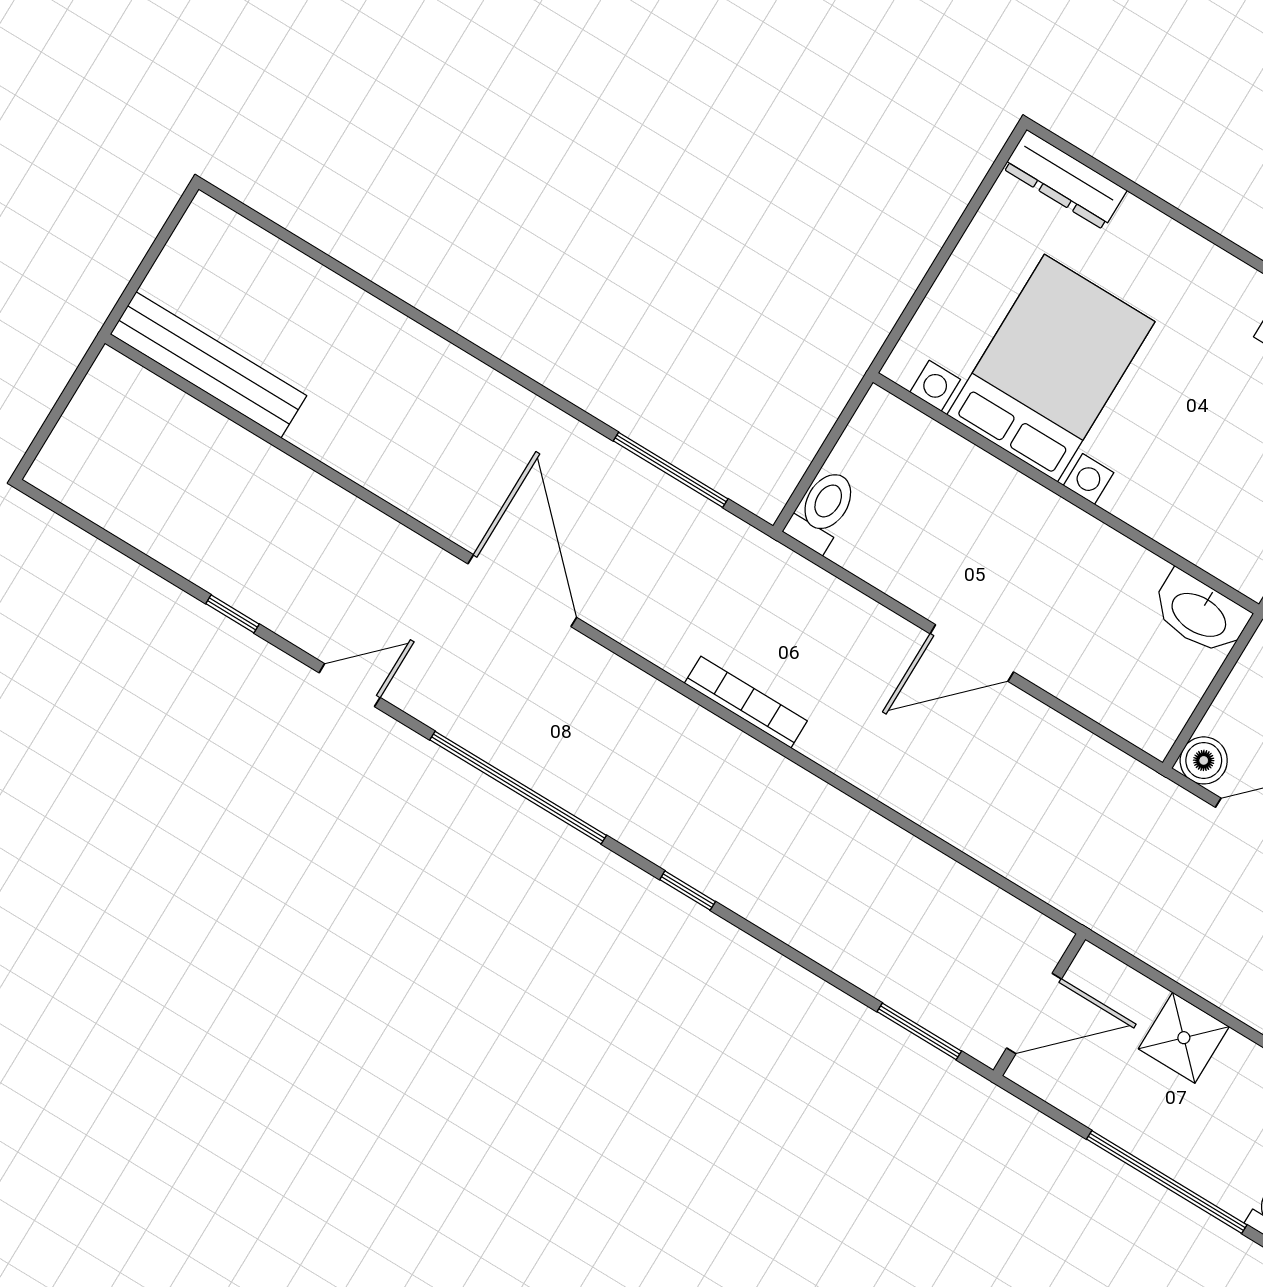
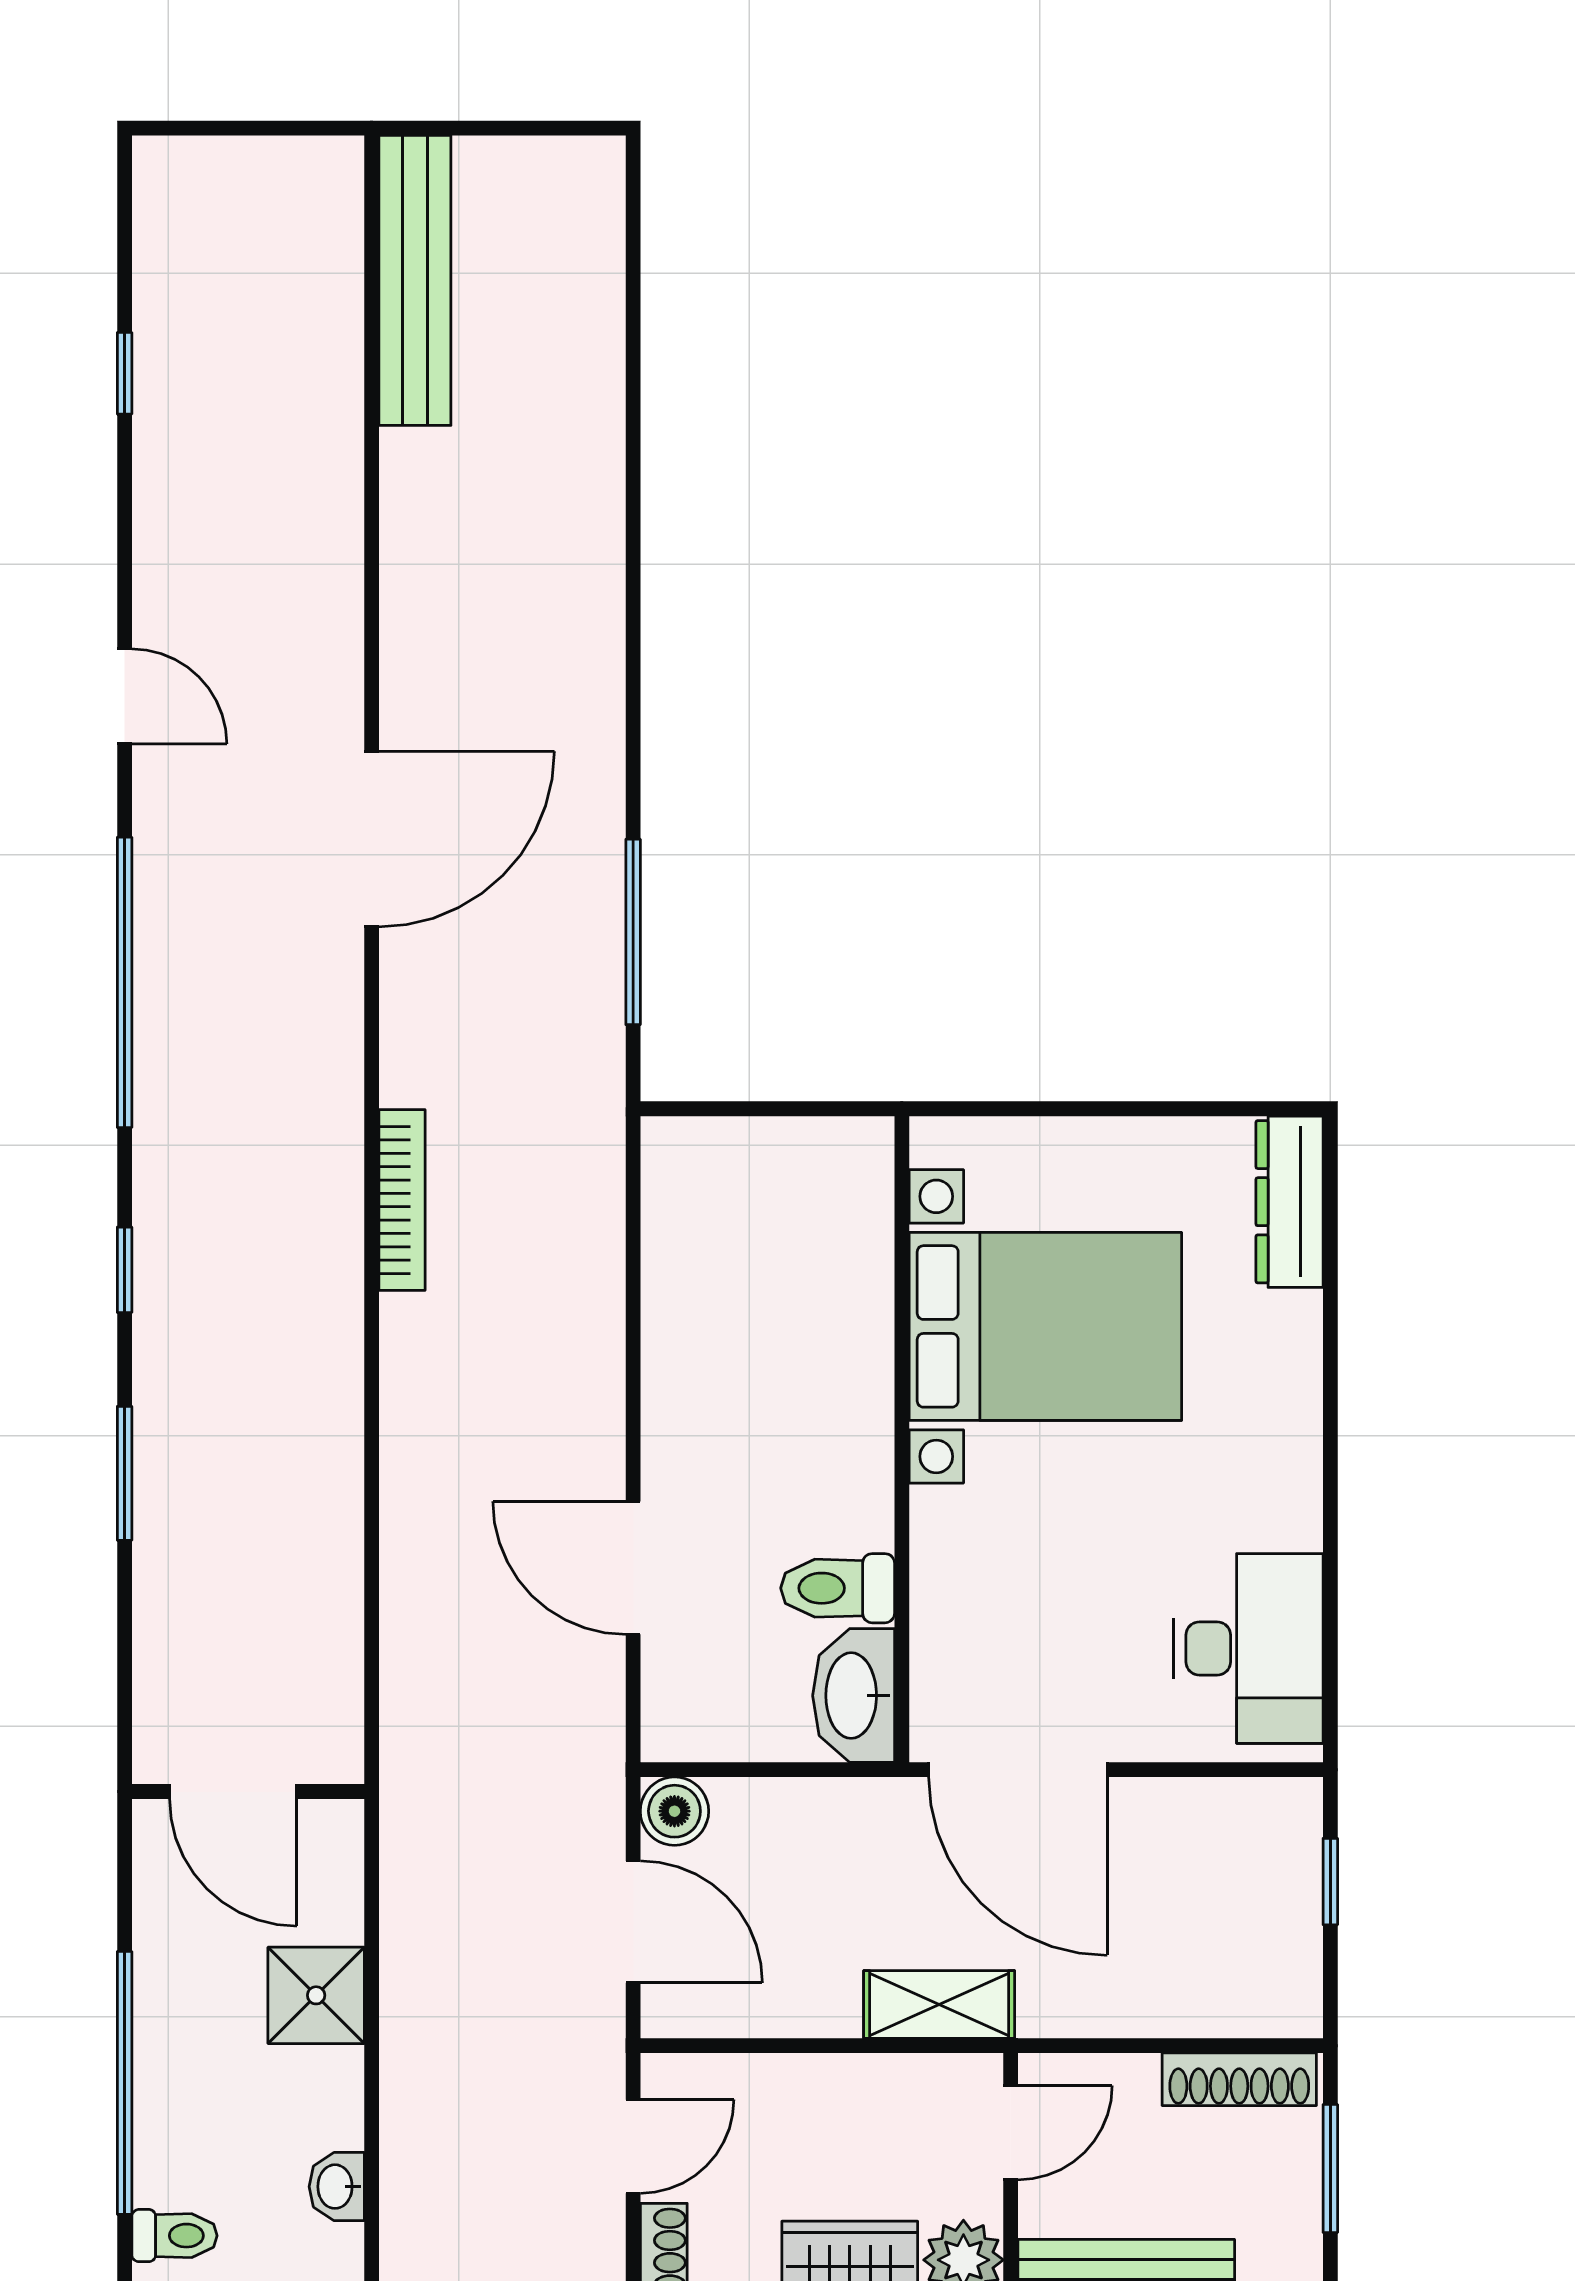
toilet: (822, 510) -> (838, 1588), moved, turned 180
window: (232, 614) -> (125, 373), moved
door: (972, 653) -> (633, 1568), moved
window: (919, 1031) -> (125, 1473), moved

